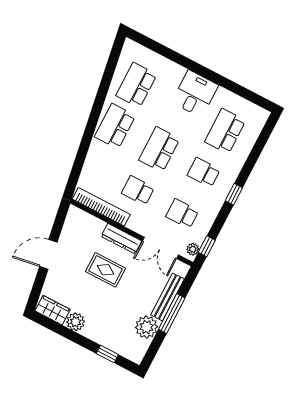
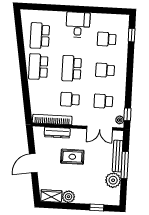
school desk: (225, 131) -> (107, 39), width x0.54
window: (234, 194) -> (132, 35), moved
dresser: (121, 239) -> (57, 132), moved

